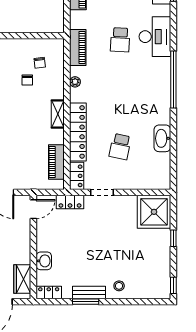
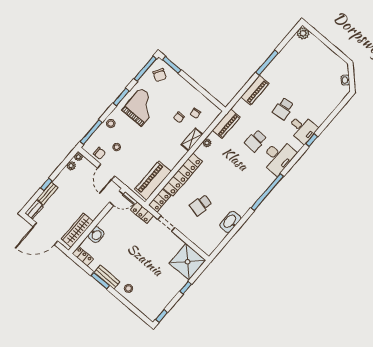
shelving: (58, 114) -> (192, 139), moved
piano: (56, 162) -> (153, 180), width x1.37, depth x1.33
wardrobe: (22, 279) -> (77, 230), width x1.50

